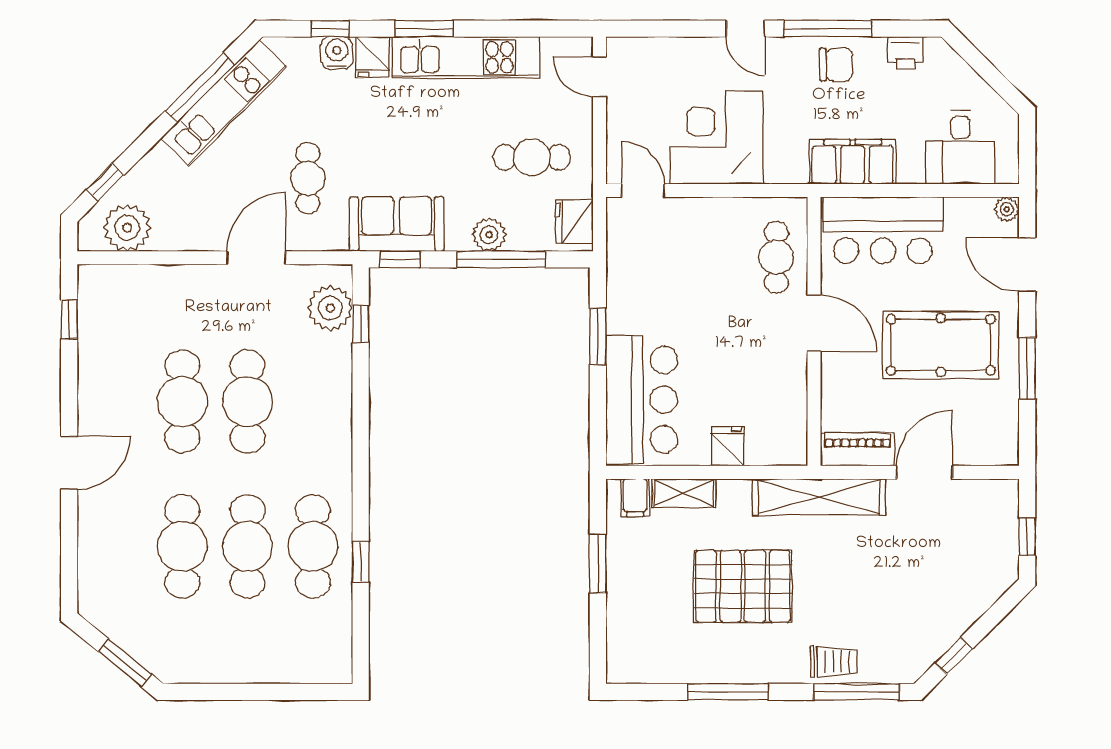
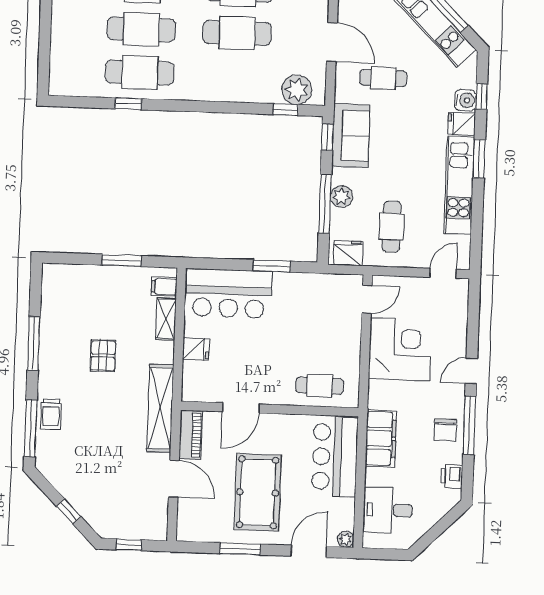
door: (814, 323) -> (241, 408), moved
pallet: (743, 586) -> (103, 356), width x0.49, depth x0.50
window: (954, 656) -> (69, 511), moved

